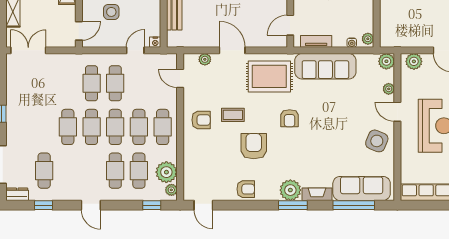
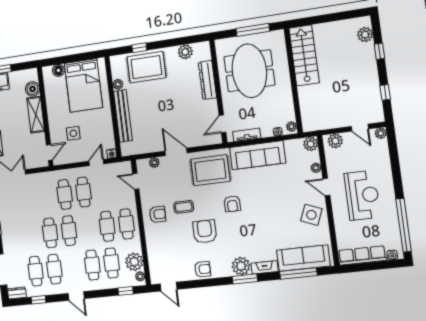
cafe table: (115, 127) -> (54, 269), moved

